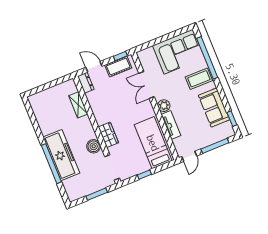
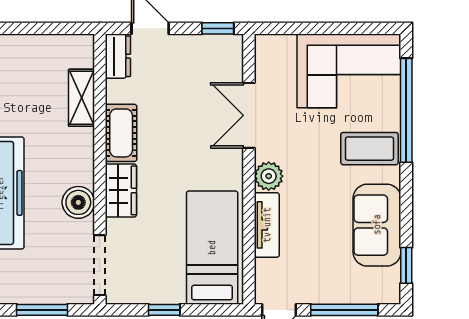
cot: (118, 66) -> (121, 133), moved, turned 90

